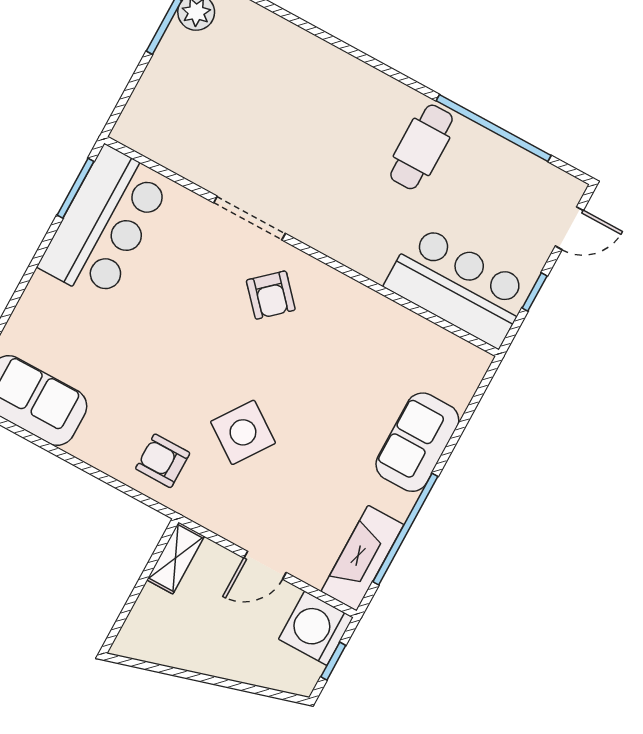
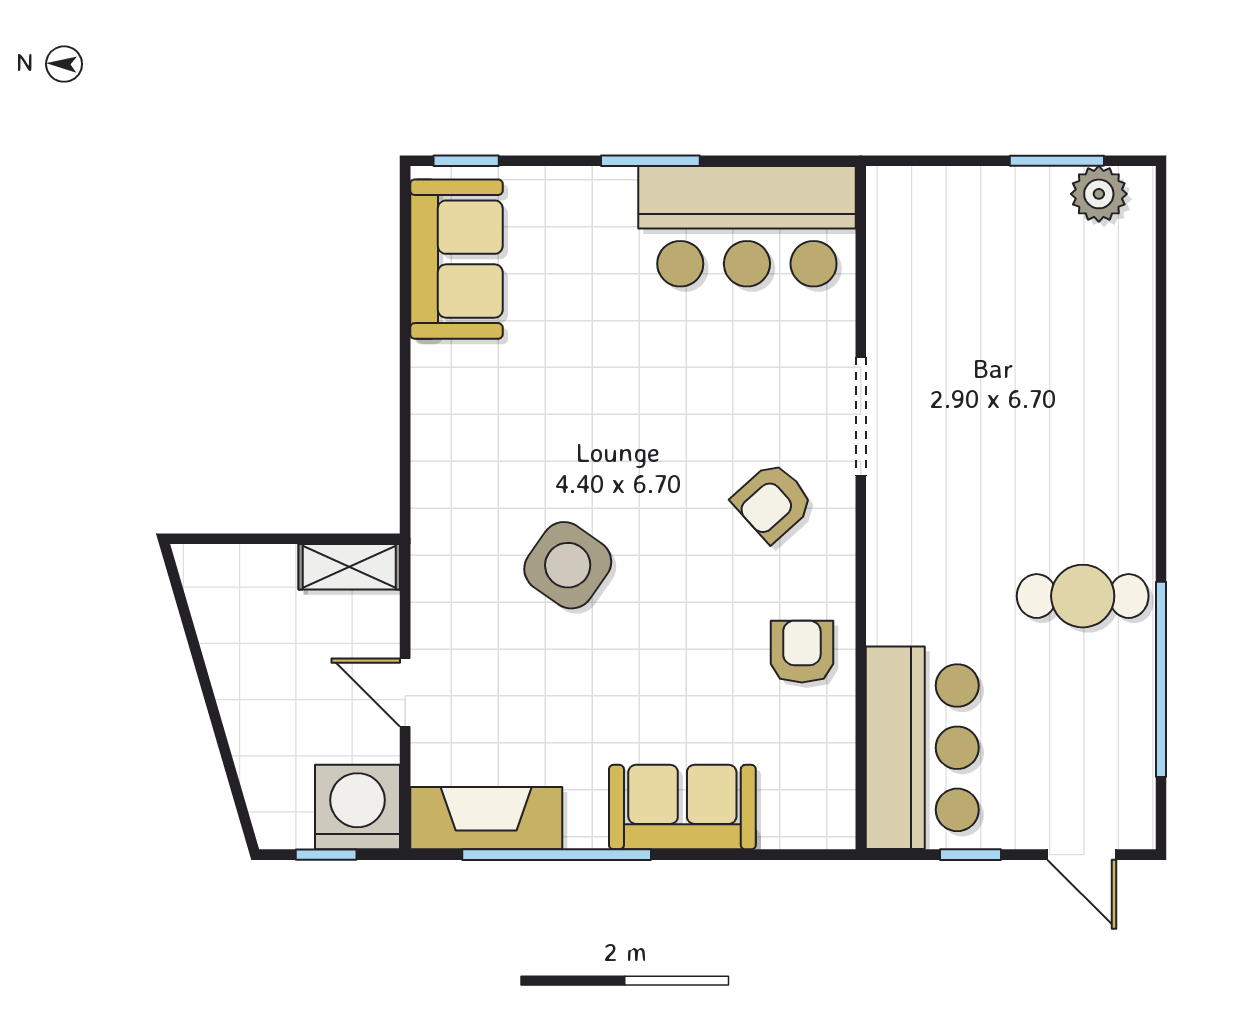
window: (75, 188) -> (650, 161), moved
armchair: (163, 461) -> (802, 652), moved

